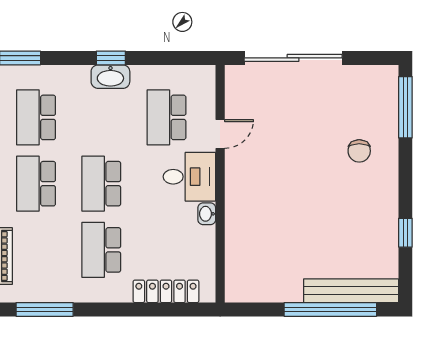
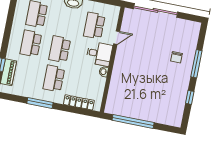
window: (405, 107) -> (196, 64), moved
bench: (351, 291) -> (161, 118), removed
window: (45, 309) -> (40, 103), moved
window: (330, 309) -> (133, 121), moved

